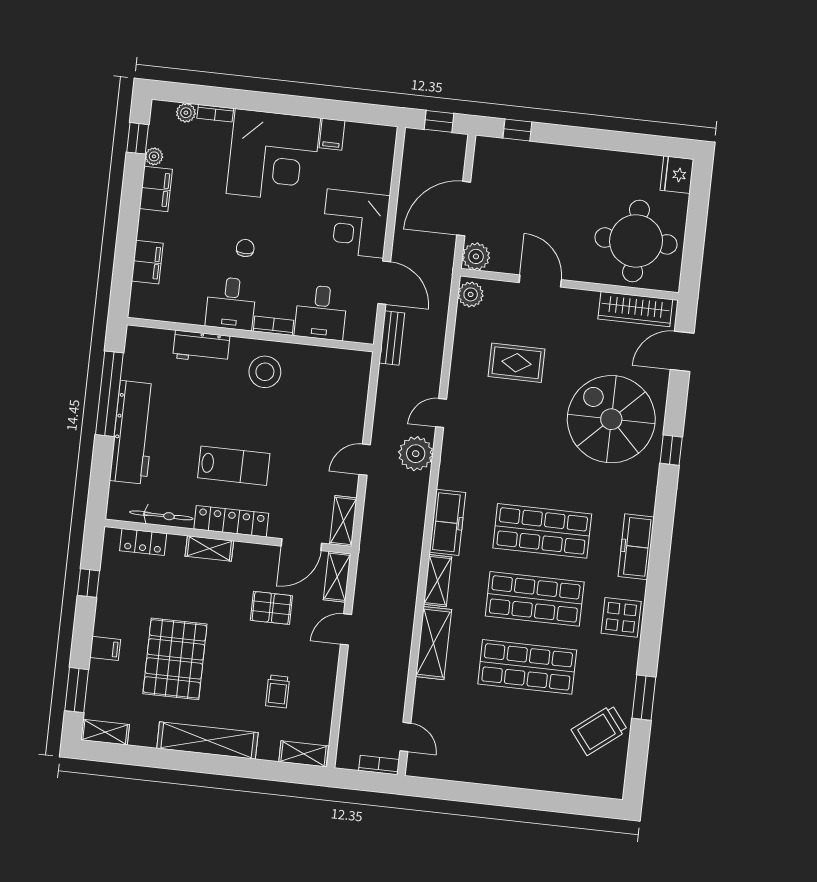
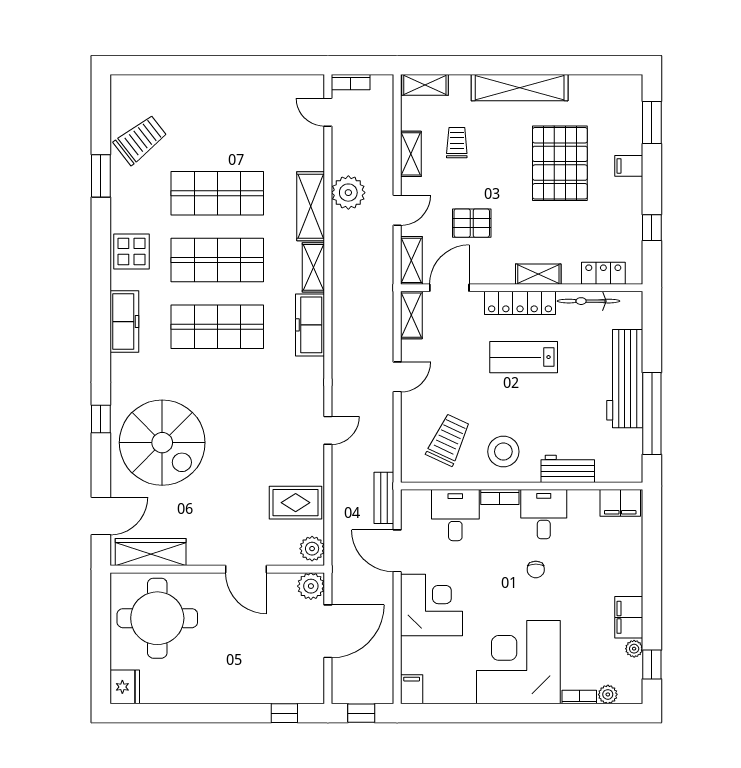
filing cabinet: (332, 134) -> (412, 689), moved
filing cabinet: (147, 262) -> (620, 503), moved, turned -90
rug: (516, 363) -> (296, 503), moved
trolley: (320, 390) -> (448, 440), added
plant: (416, 454) -> (348, 193), moved
shelving: (105, 732) -> (411, 154), moved, turned 90

